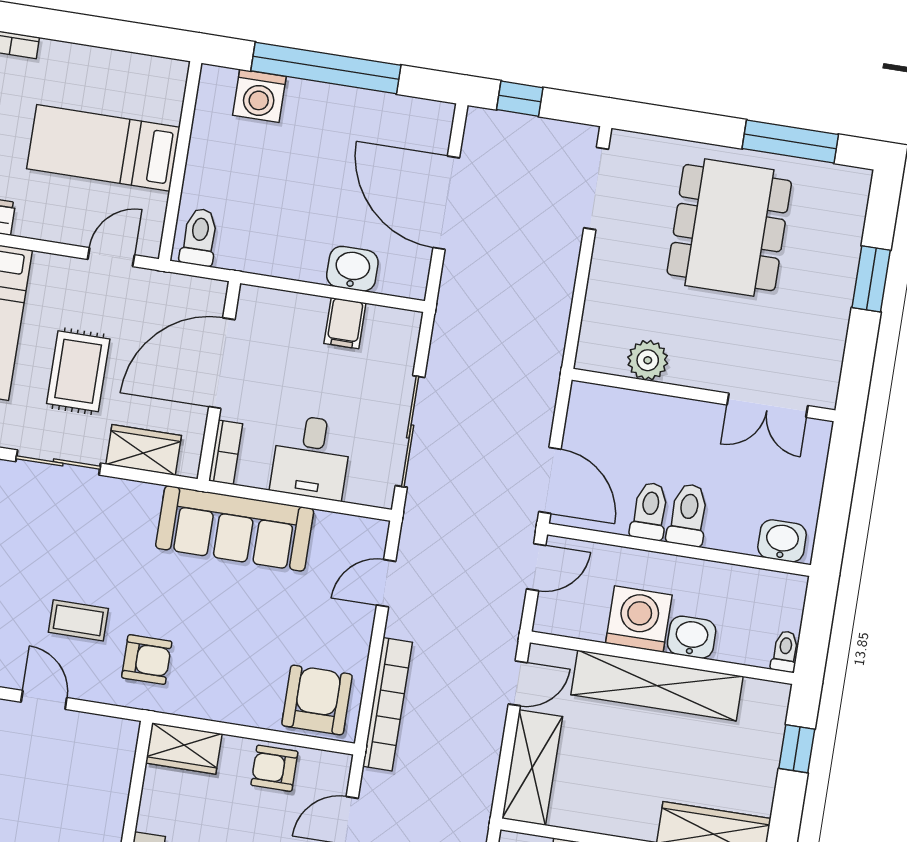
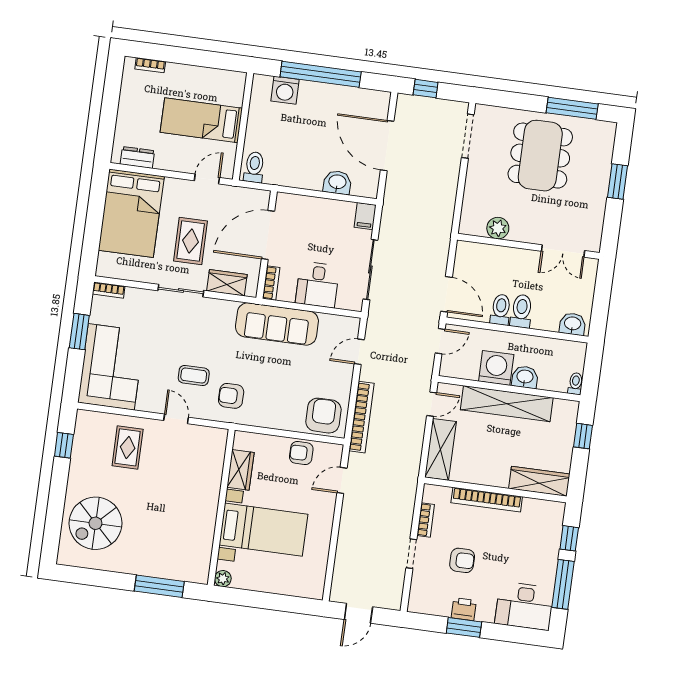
filing cabinet: (345, 323) -> (365, 216), moved
armchair: (147, 660) -> (231, 396), turned 180
wardrobe: (184, 748) -> (240, 470), moved, turned -90

